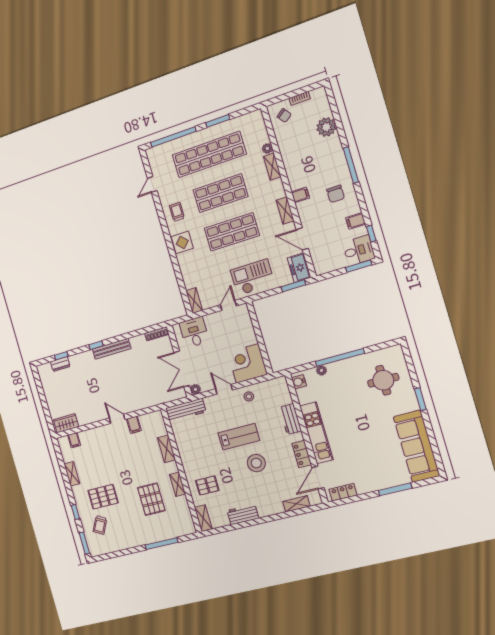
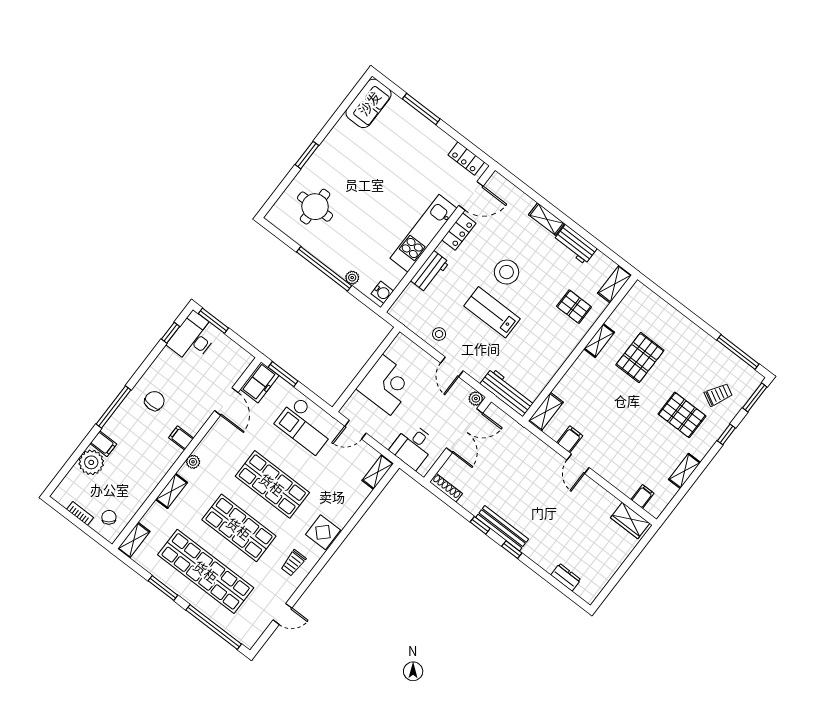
plant: (267, 148) -> (193, 462), moved
shelving: (285, 210) -> (134, 540), moved
filing cabinet: (356, 221) -> (103, 444), moved
desk: (359, 250) -> (193, 338), width x1.37
window: (61, 356) -> (480, 525), moved
corner desk: (247, 363) -> (386, 385), moved, turned -90
sofa: (417, 446) -> (369, 103), width x0.54, depth x0.79
shelving: (167, 449) -> (546, 412), moved
shelving: (296, 504) -> (547, 219), moved
window: (161, 544) -> (738, 352), moved

